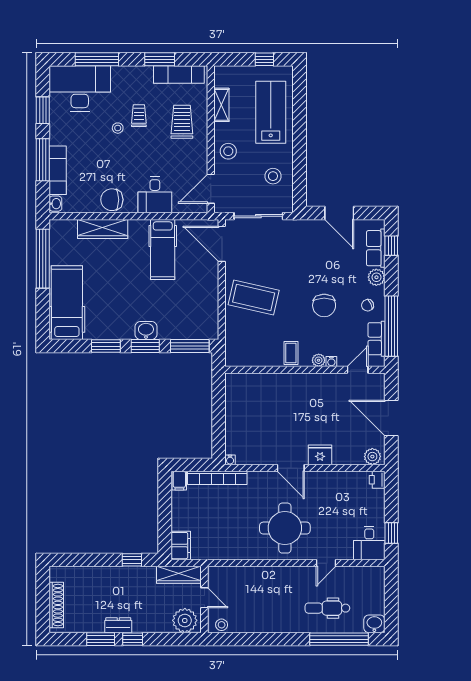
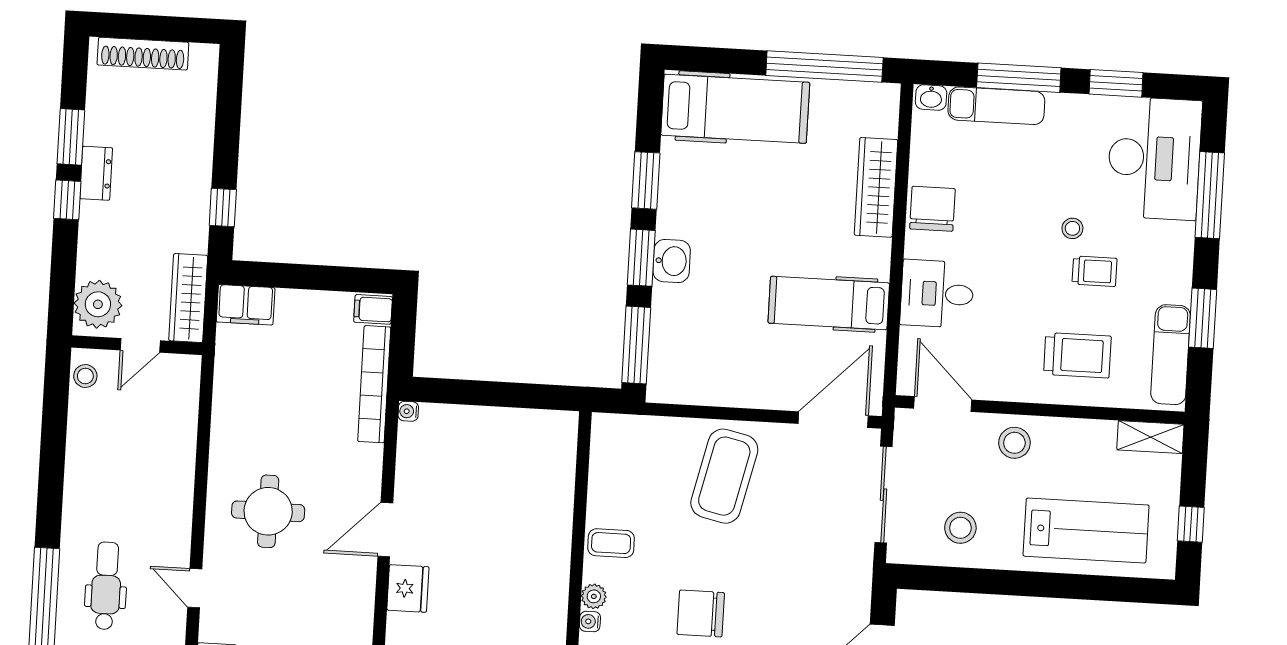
shelving: (221, 105) -> (1150, 437), moved
round table: (285, 528) -> (268, 511), width x0.73, depth x0.73

